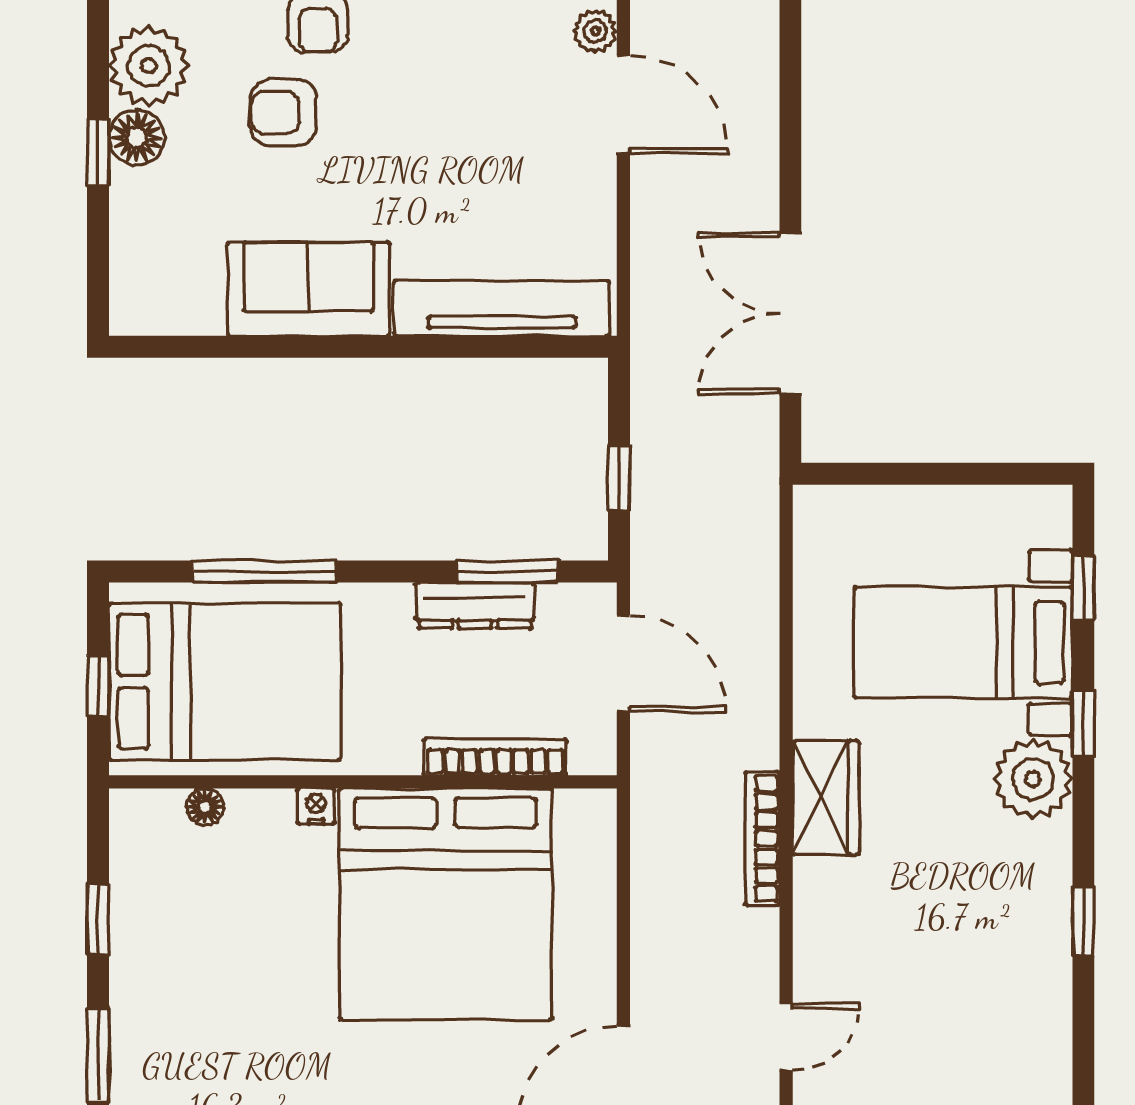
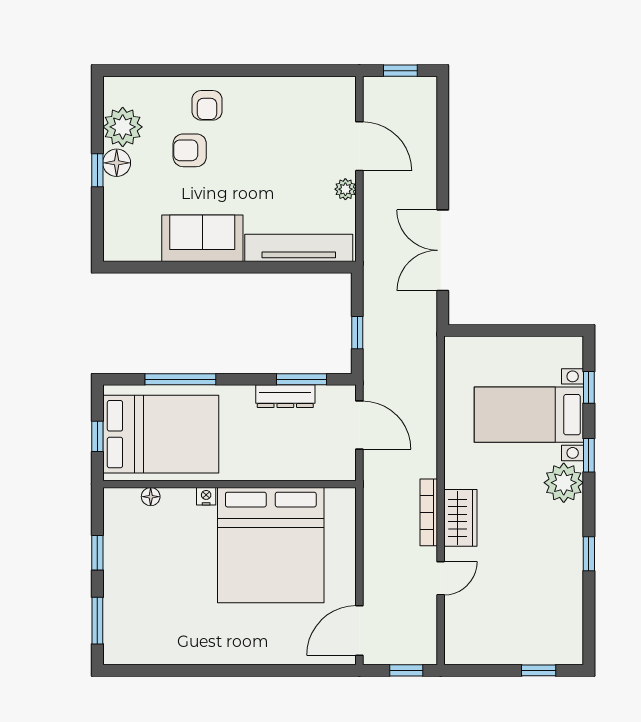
plant: (595, 31) -> (345, 189), moved
bookcase: (495, 757) -> (296, 472), removed
wardrobe: (826, 797) -> (460, 518), moved
door: (786, 1037) -> (441, 578), moved

